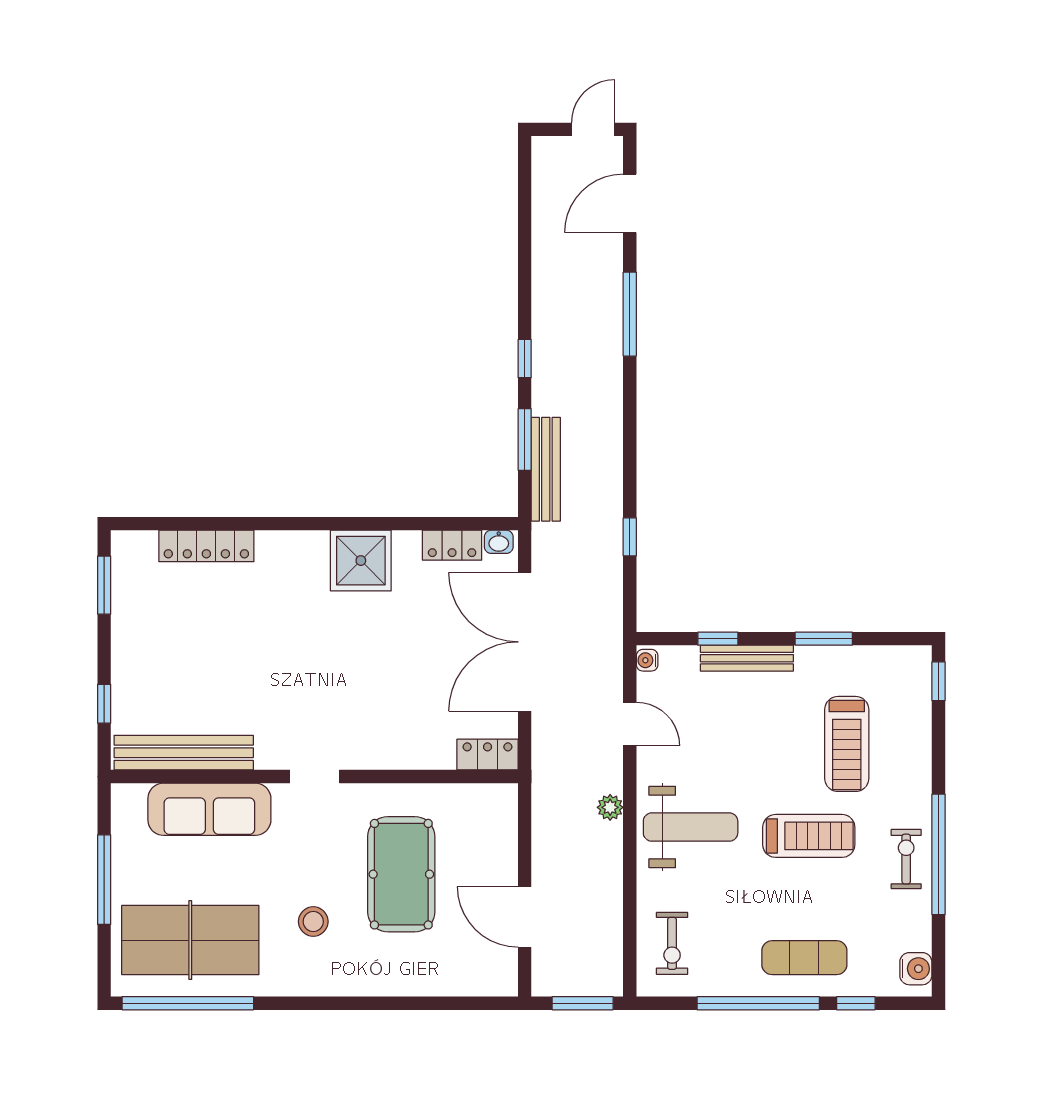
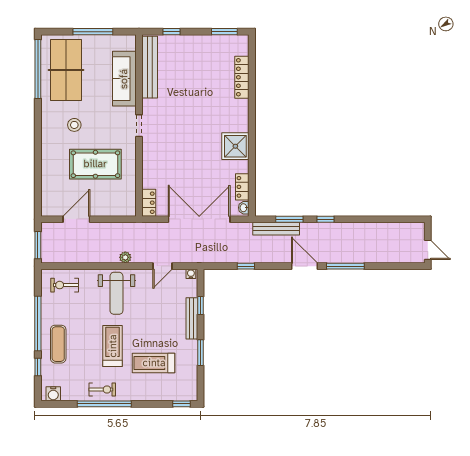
door: (630, 203) -> (304, 266), moved
treadmill: (809, 836) -> (113, 346), turned 180

